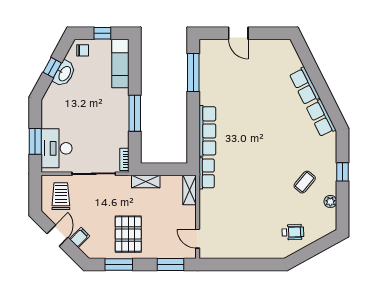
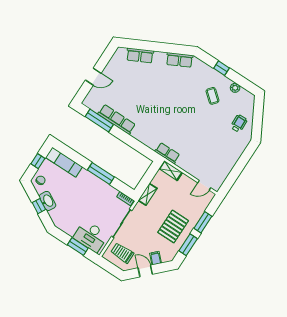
row of seats: (305, 86) -> (140, 55), moved
row of seats: (207, 131) -> (117, 119), moved
pallet: (128, 234) -> (173, 227), turned 90
window: (171, 264) -> (203, 222), moved

